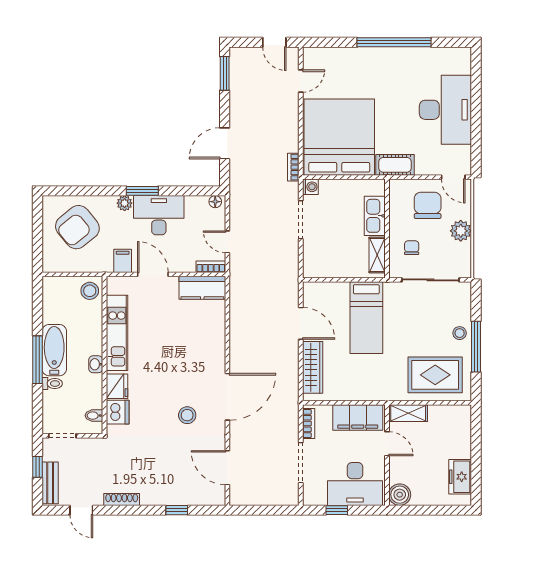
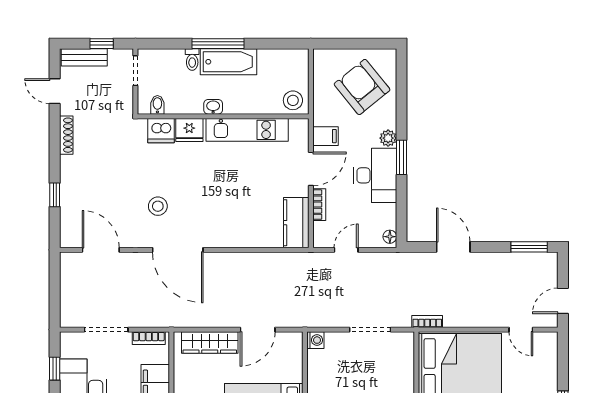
washing machine: (310, 187) -> (315, 340), moved, turned -90
bookcase: (211, 267) -> (319, 205), moved
door: (227, 468) -> (101, 250), hinge flipped
door: (81, 510) -> (55, 91), hinge flipped

